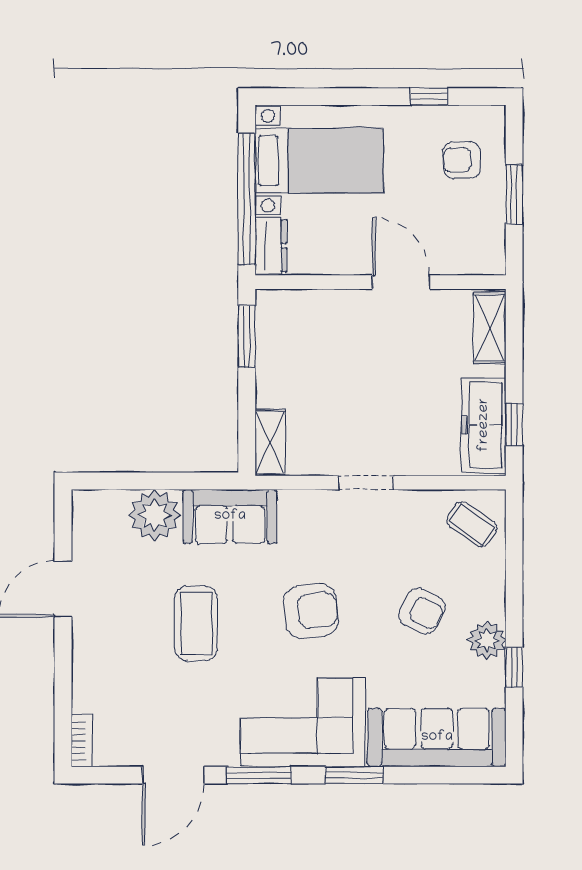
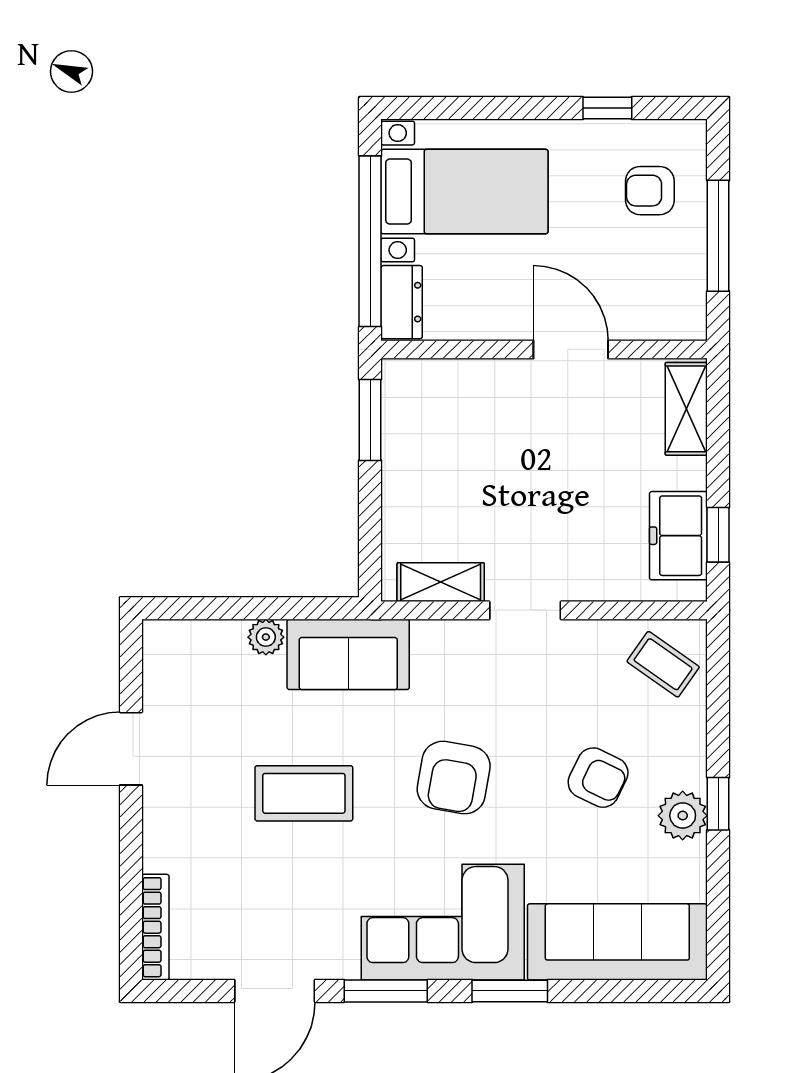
window: (514, 195) -> (718, 236), width x1.44
freezer: (484, 425) -> (678, 536), width x0.71
shelving: (270, 443) -> (441, 582), moved, turned 90
plant: (155, 515) -> (266, 637), width x0.53, depth x0.53
armchair: (311, 611) -> (454, 778), turned 107
coffee table: (196, 623) -> (304, 793), turned 90
window: (514, 667) -> (718, 804), moved
bookcase: (82, 741) -> (155, 927), width x1.56

